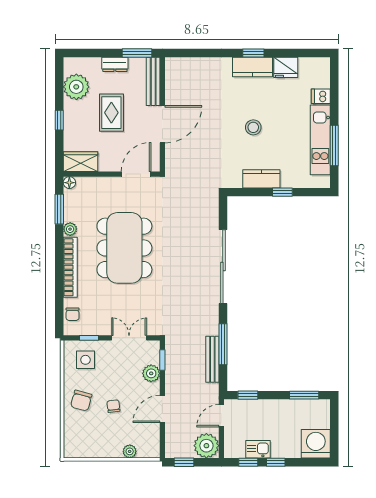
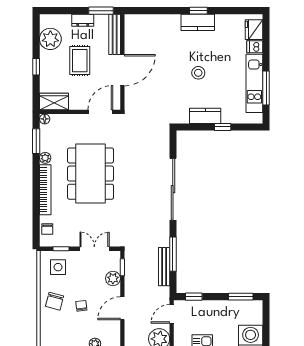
fridge: (286, 67) -> (254, 30), moved, turned 90

